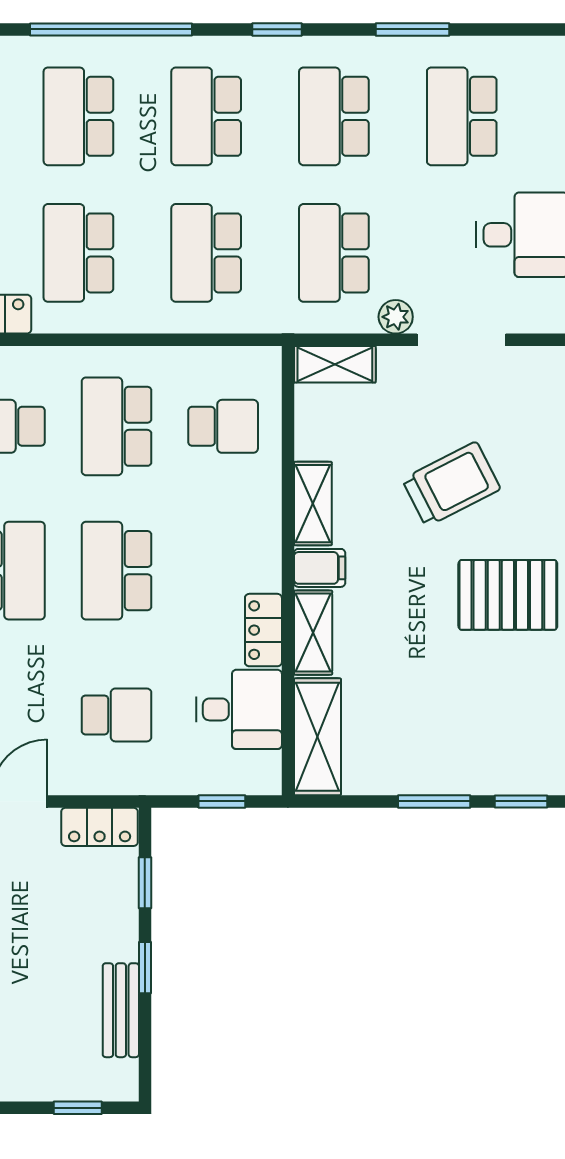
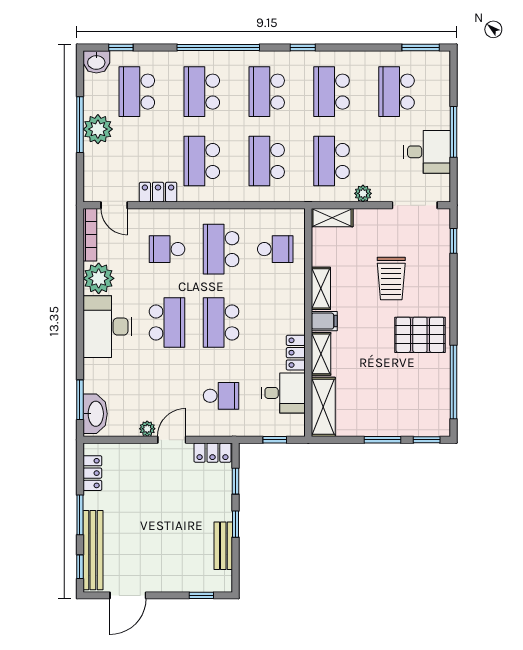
window: (412, 29) -> (421, 47), moved
doorway: (461, 340) -> (415, 205), moved
trolley: (451, 484) -> (391, 278), turned 117

